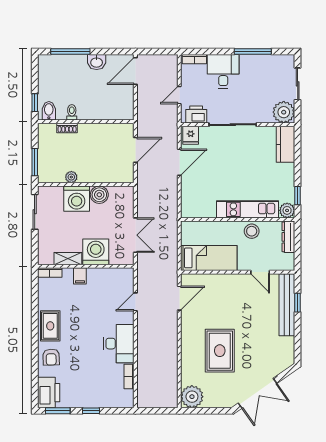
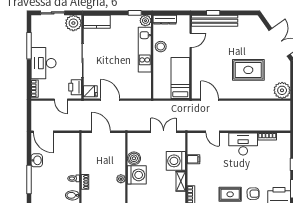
desk: (223, 71) -> (44, 63), width x1.37
filing cabinet: (80, 276) -> (194, 159), moved

